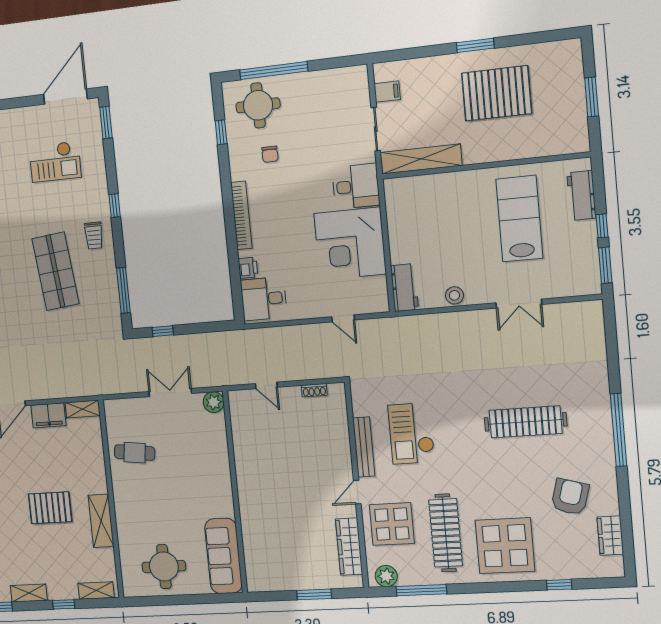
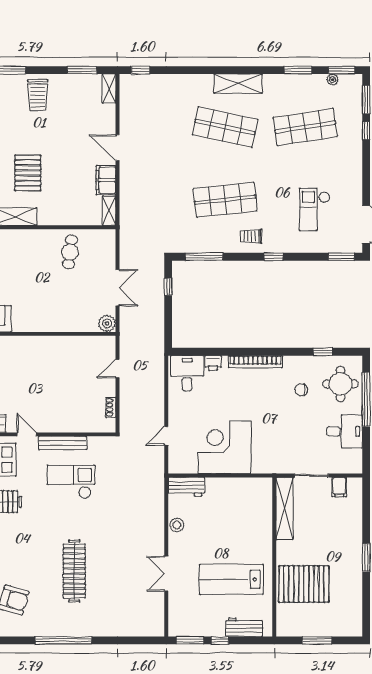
pallet: (497, 93) -> (304, 584), moved, turned 90
desk: (356, 186) -> (344, 431), moved, turned -90
lab bench: (519, 219) -> (231, 579), turned 180

